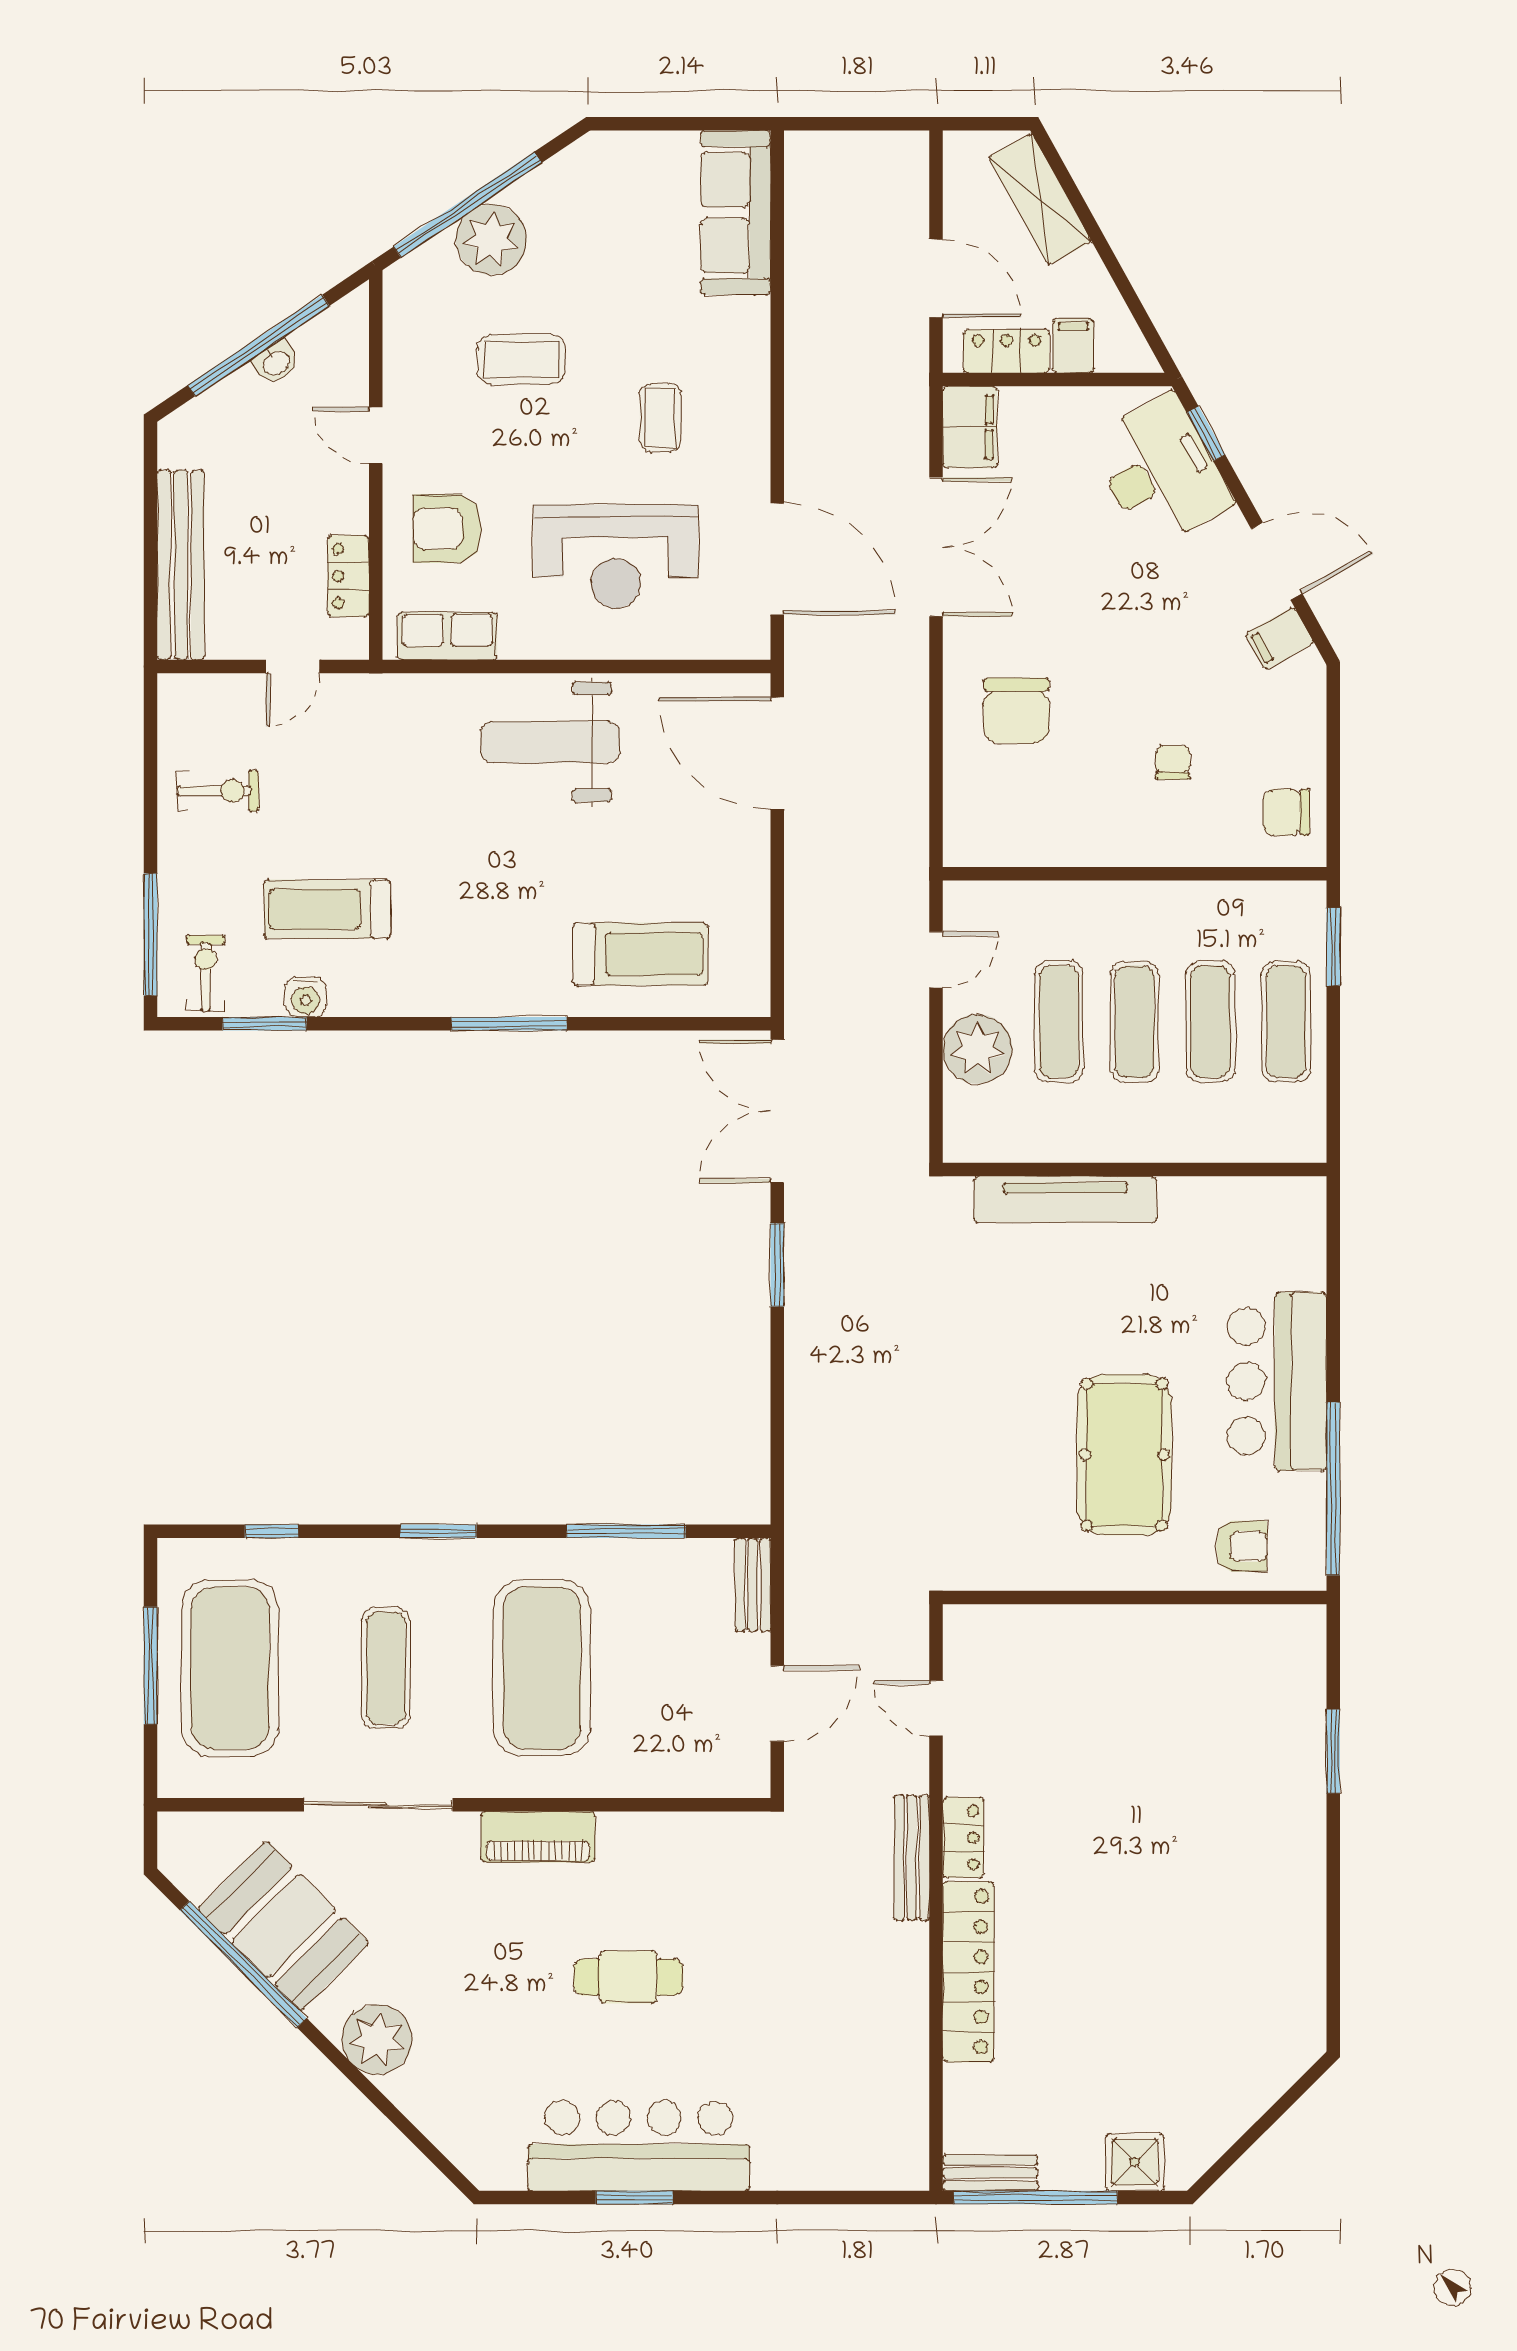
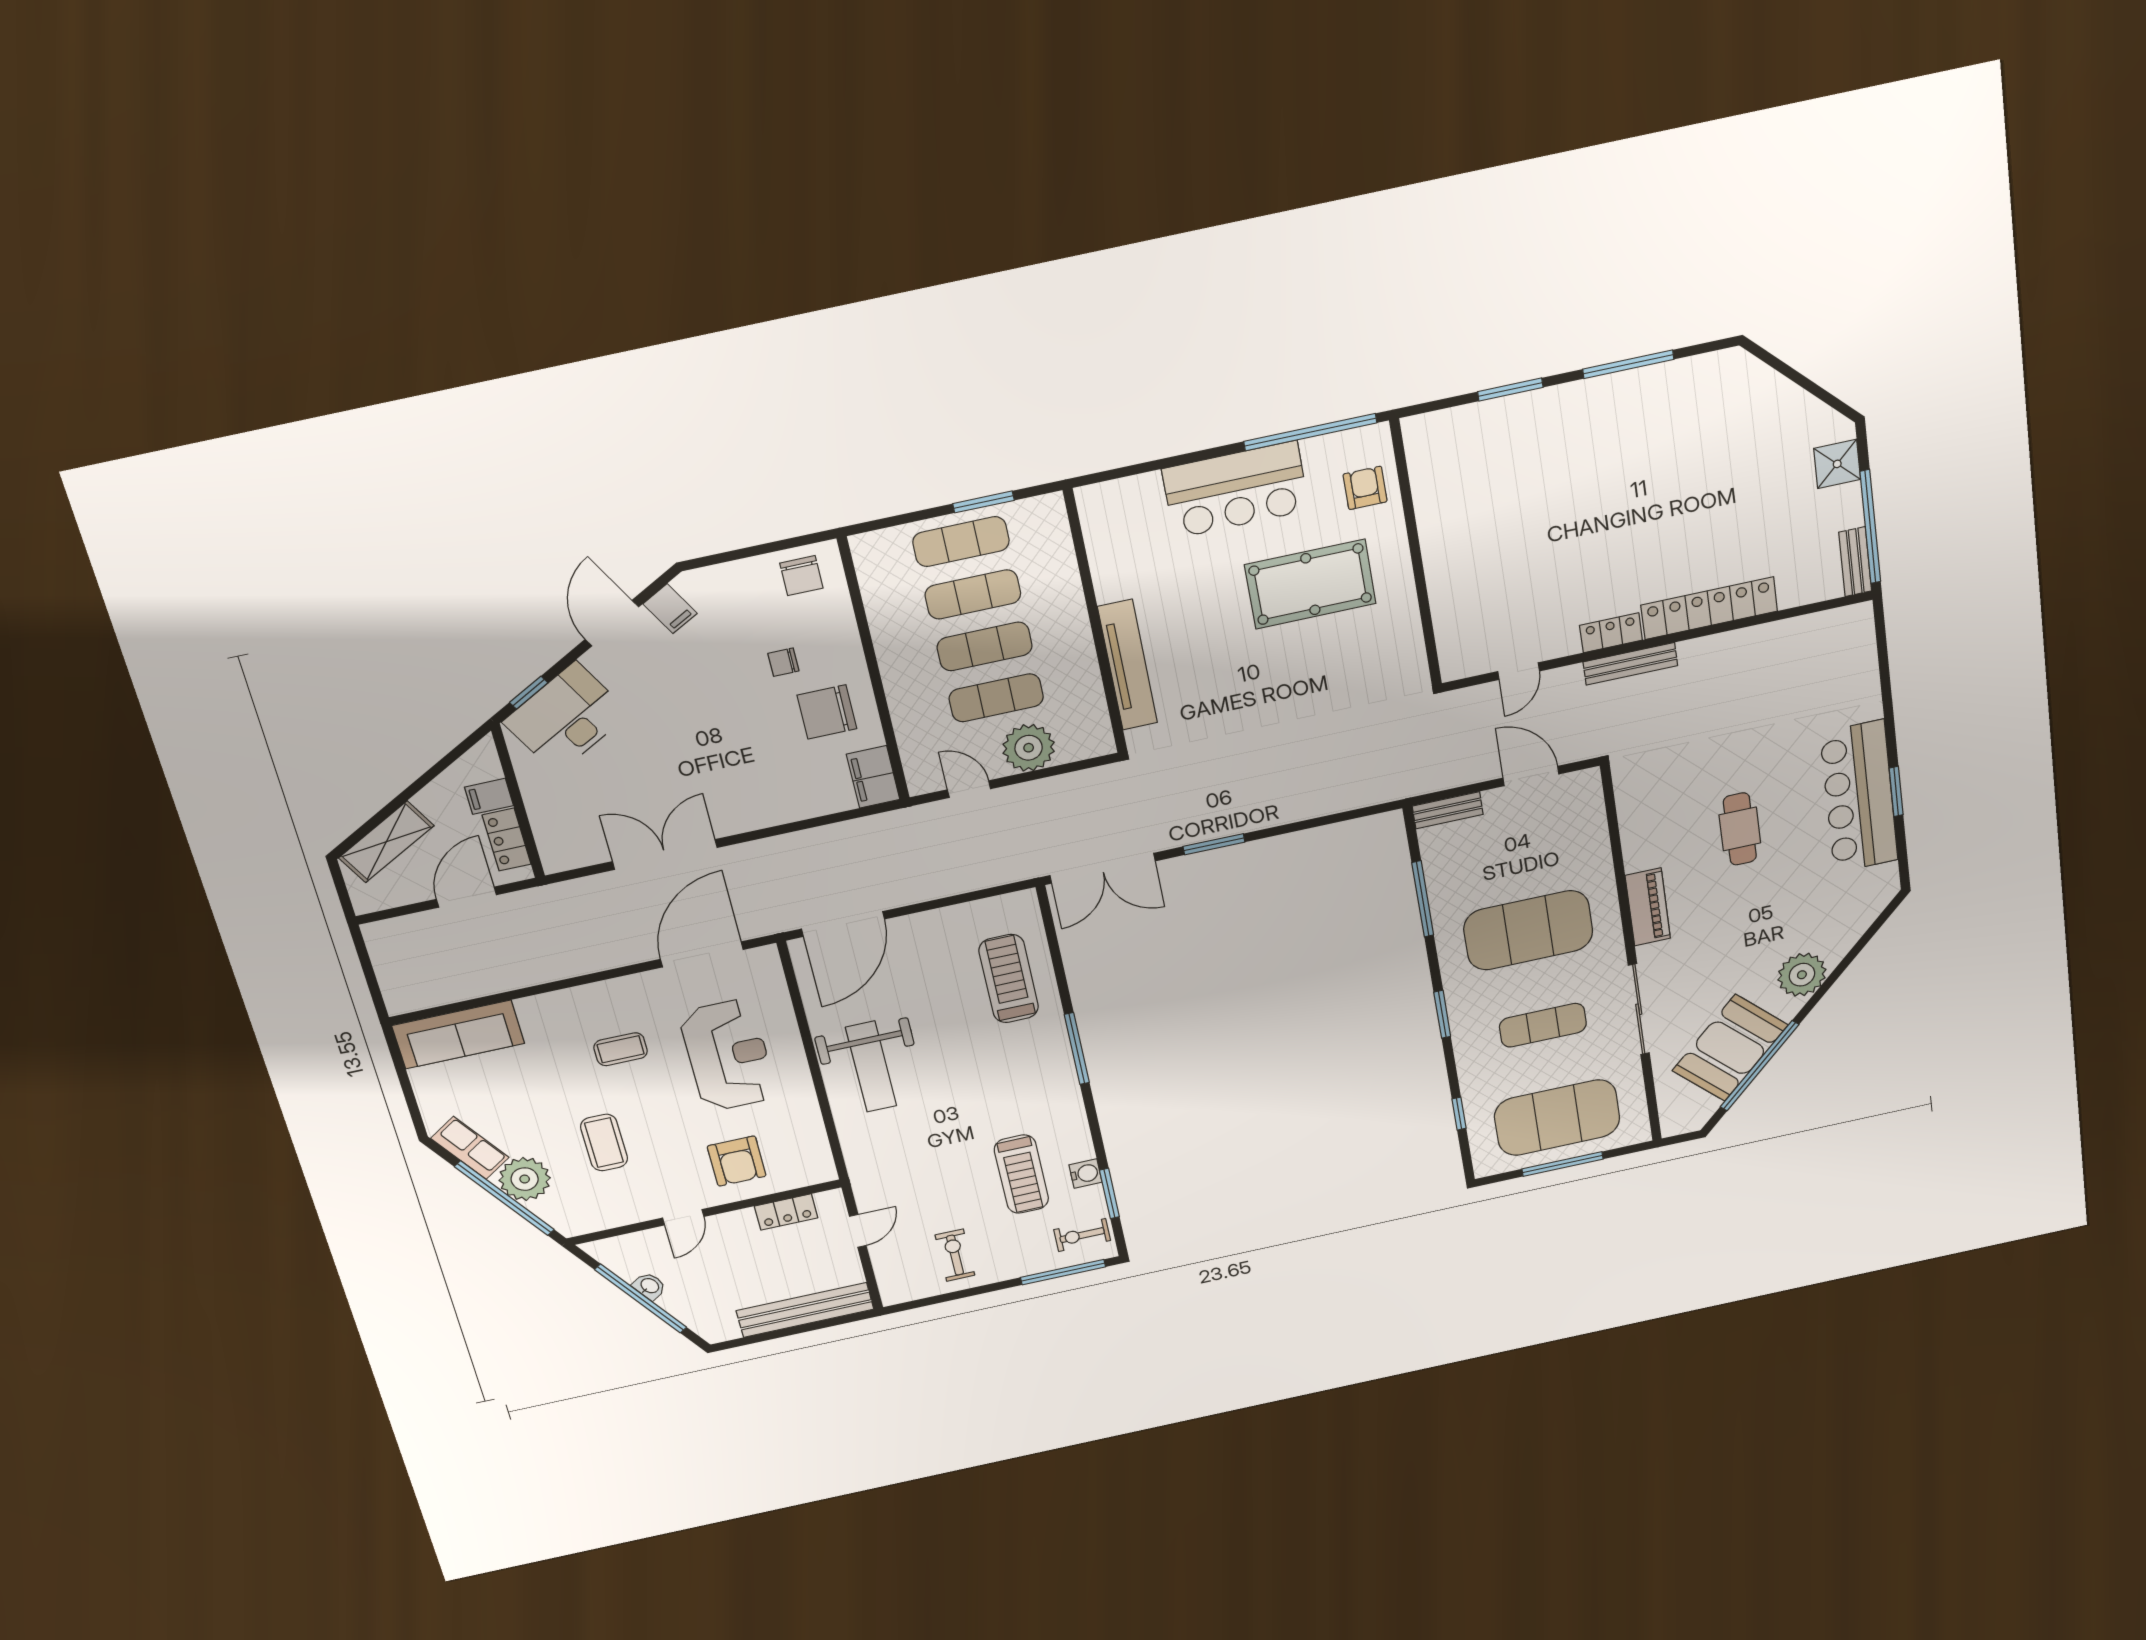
filing cabinet: (970, 427) -> (873, 777), moved, turned -90
row of seats: (447, 636) -> (470, 1148), moved, turned 146
door: (293, 666) -> (858, 1231), hinge flipped
chair: (1016, 711) -> (827, 712), moved, turned 180
window: (1333, 947) -> (983, 502), moved
window: (1333, 1906) -> (1628, 364), added

